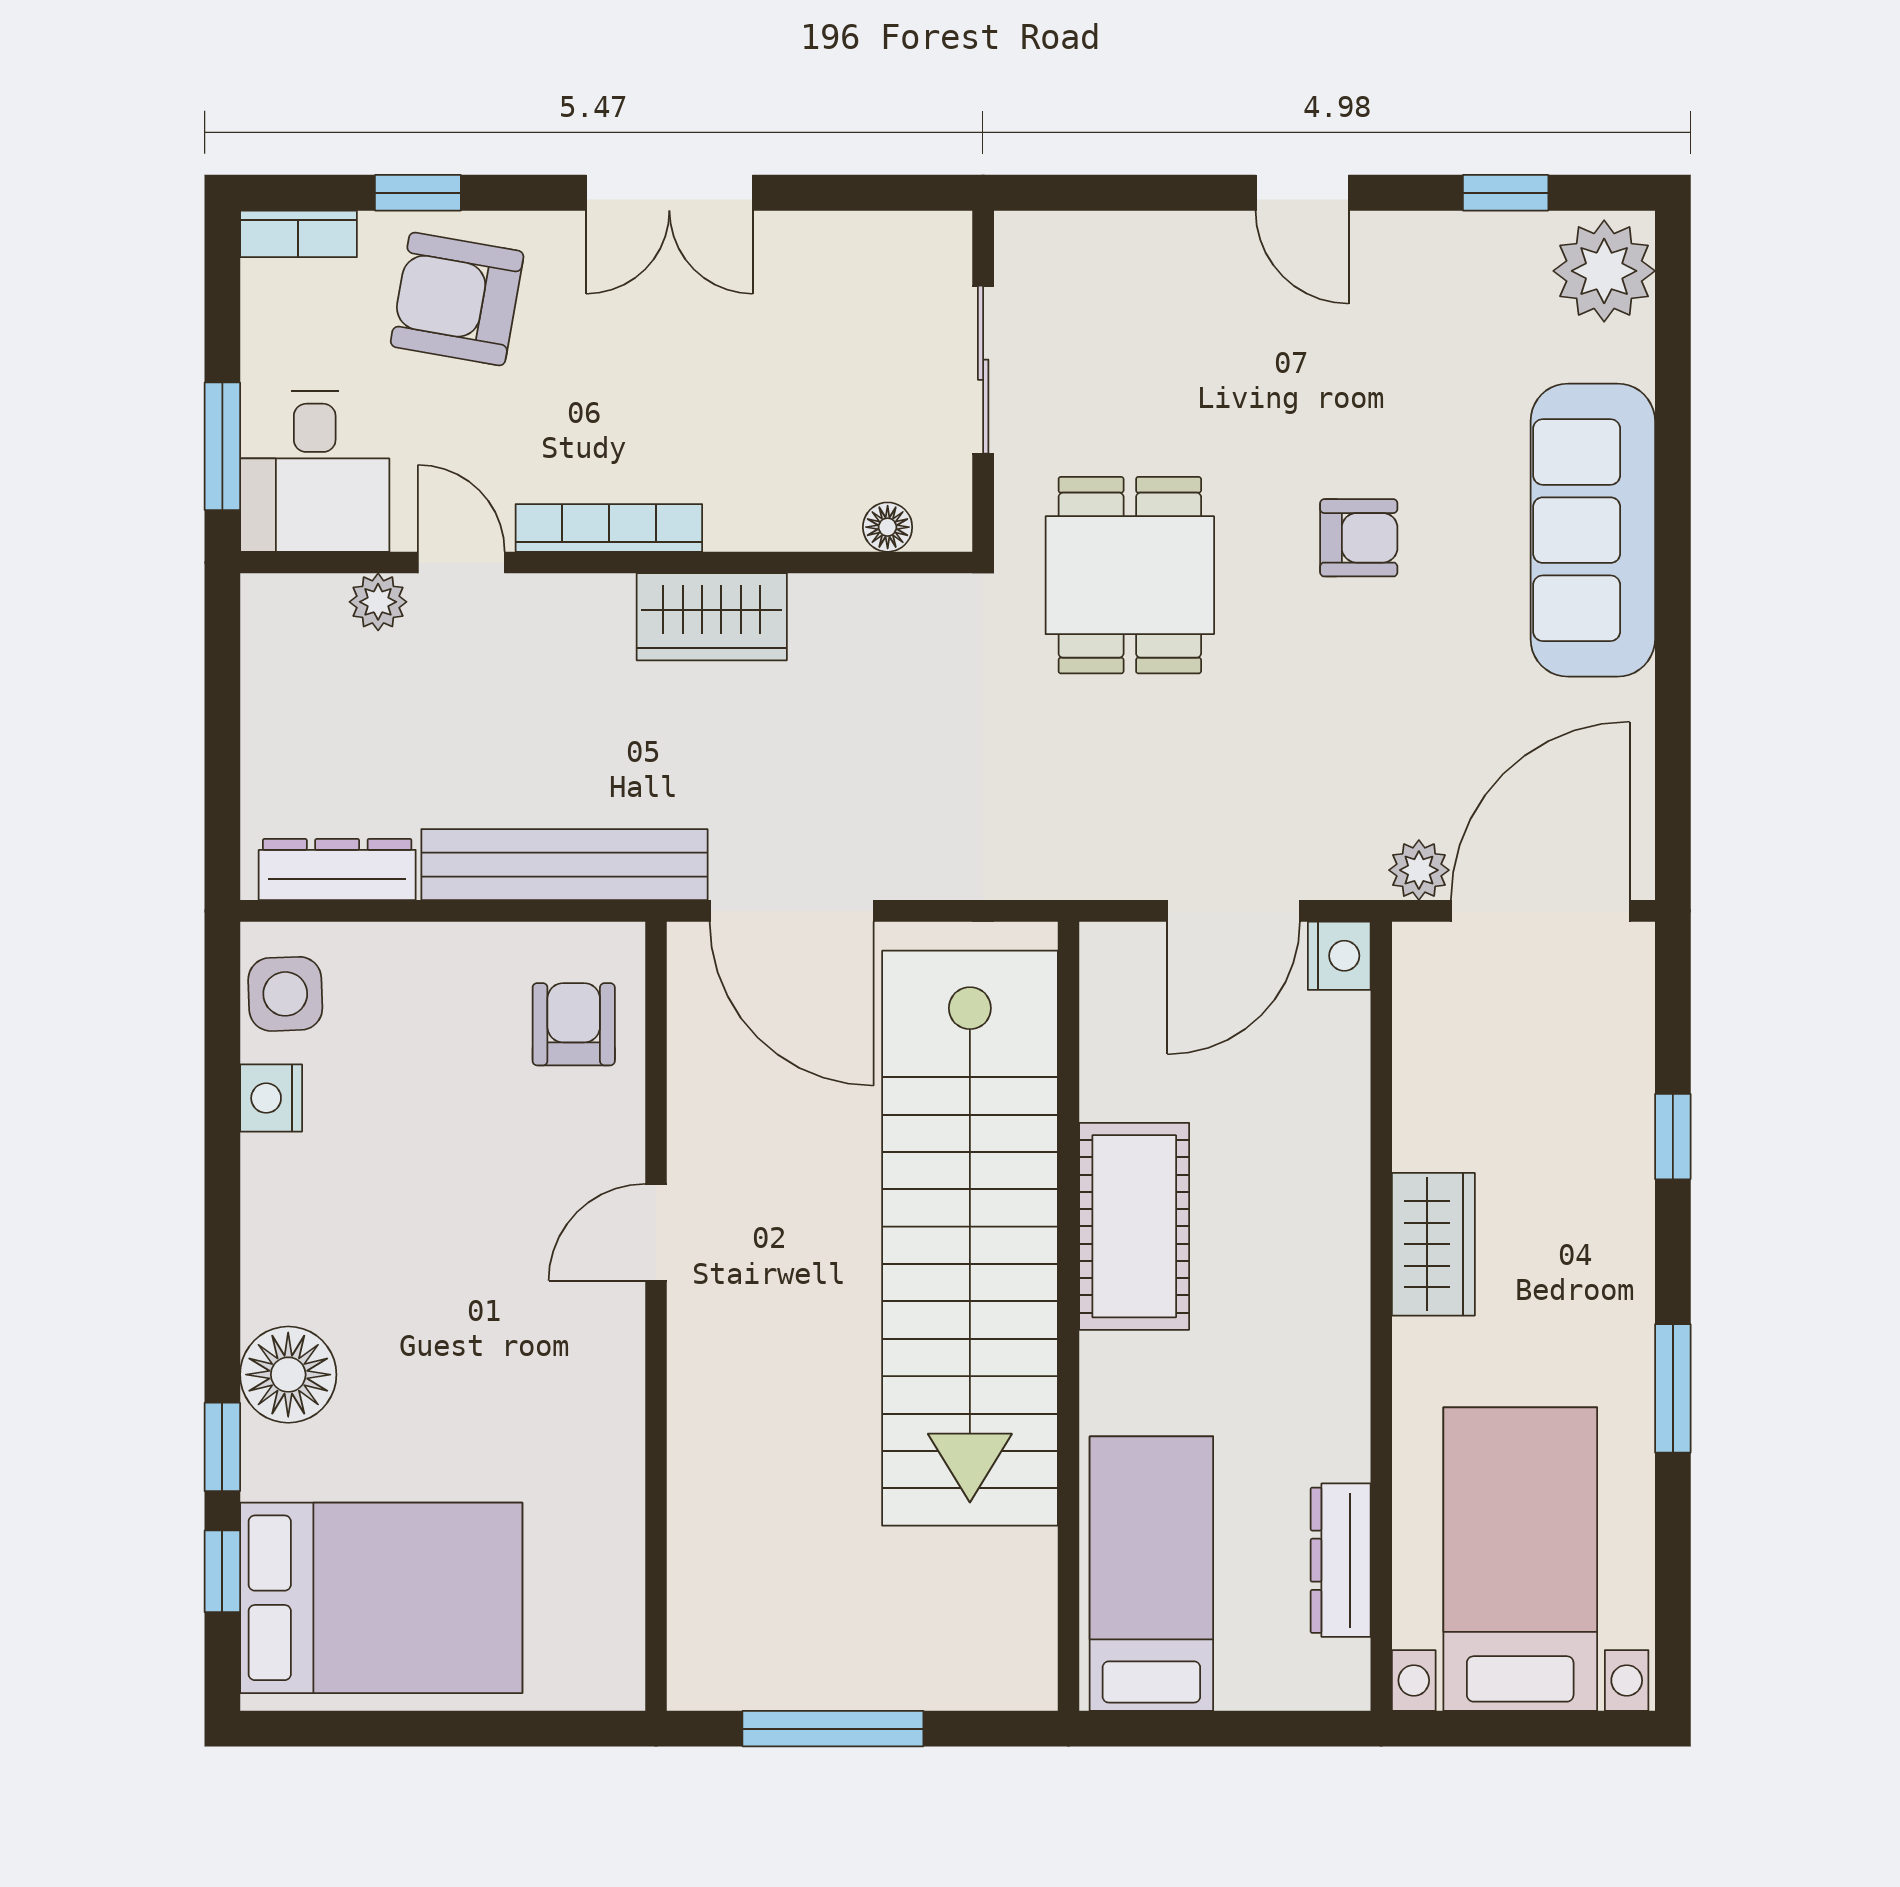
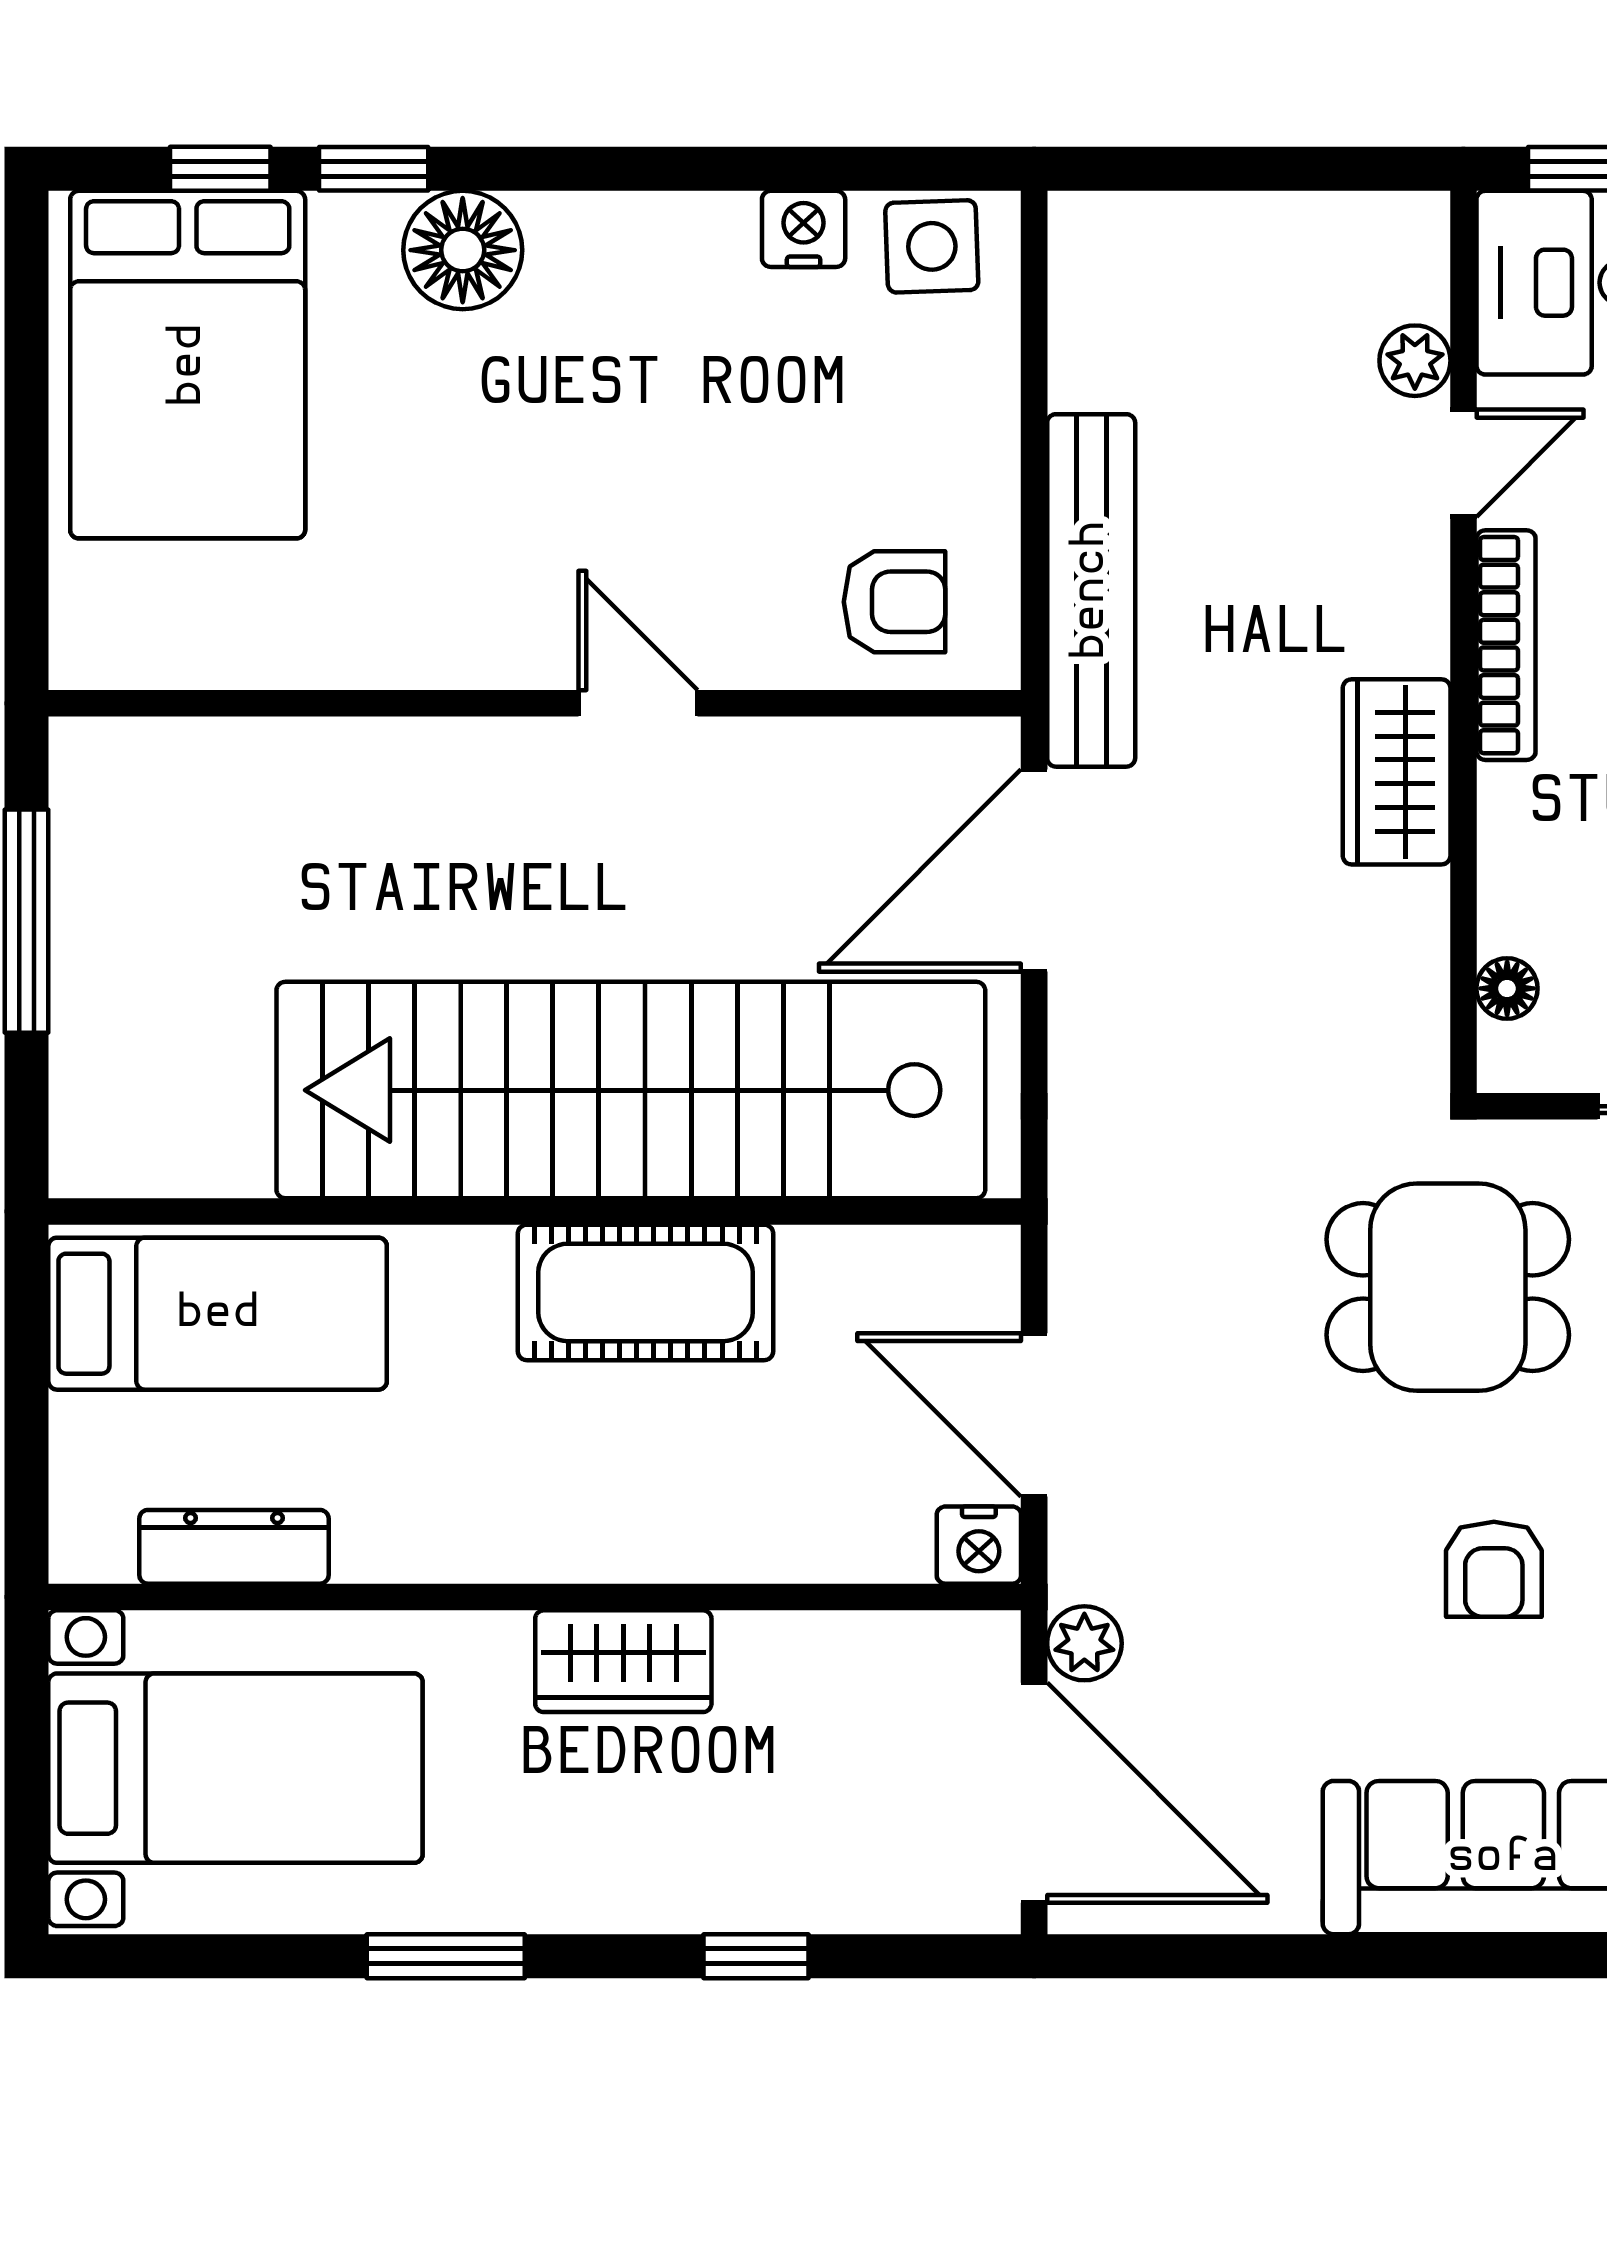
dresser: (337, 869) -> (1085, 310), removed

